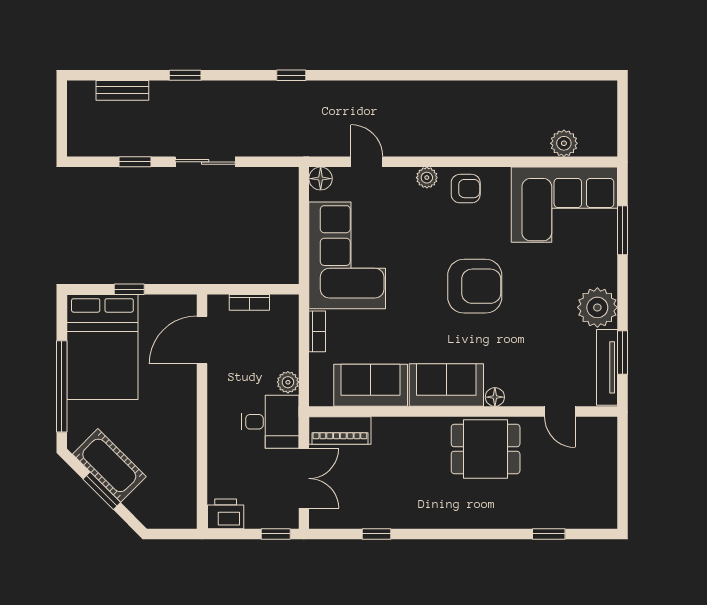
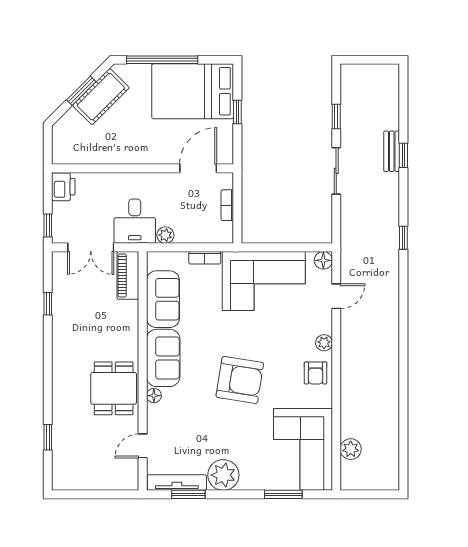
bench: (122, 90) -> (392, 151), moved
armchair: (475, 286) -> (240, 380), turned -81
door: (202, 340) -> (198, 168), hinge flipped

